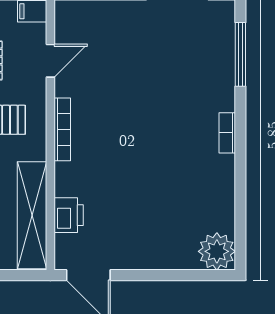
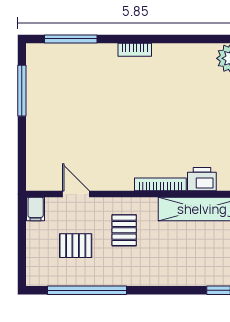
bookcase: (62, 129) -> (160, 184), moved

